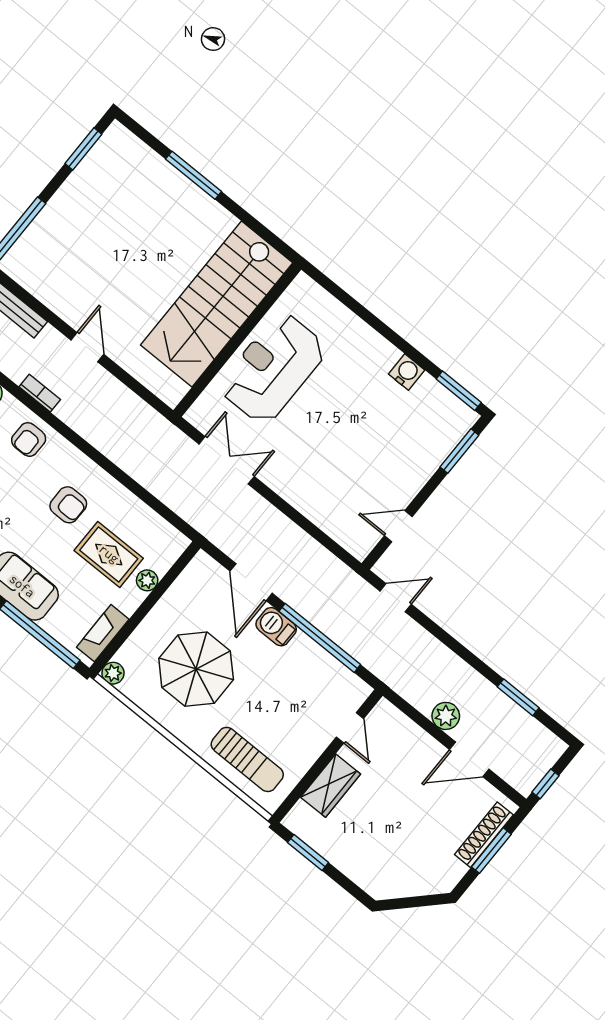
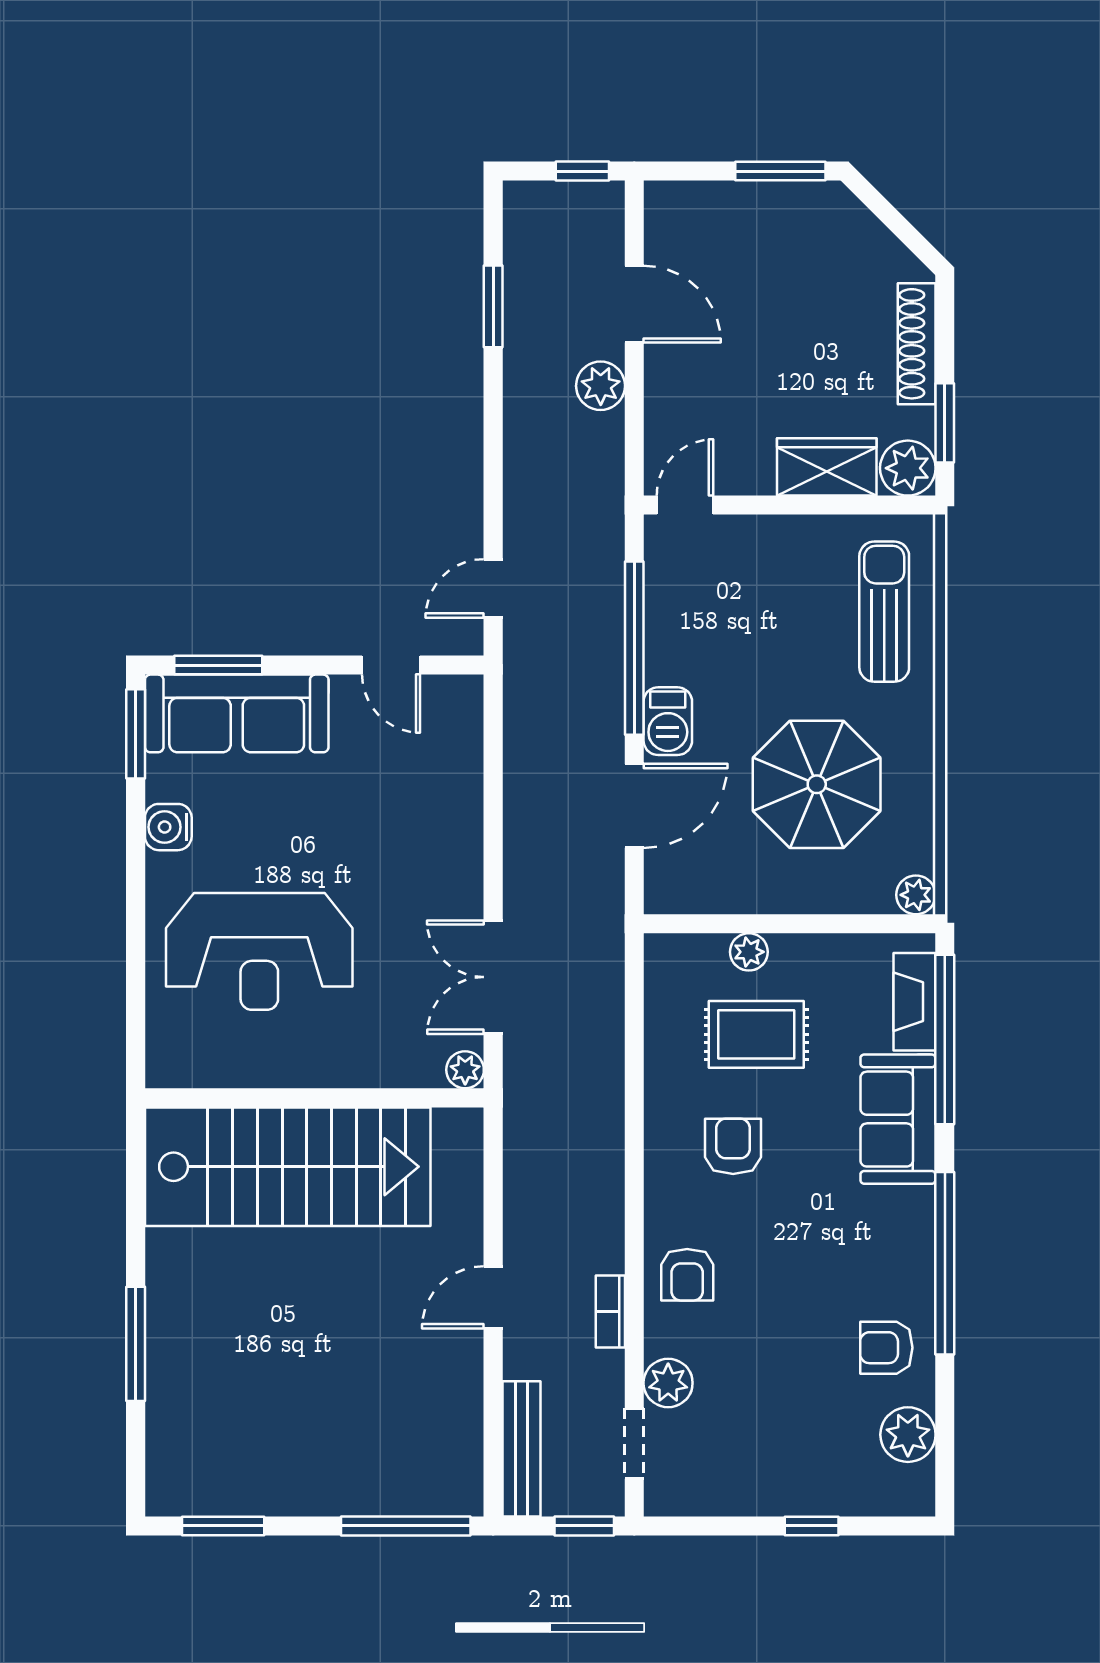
reception desk: (273, 368) -> (259, 951), moved
plant: (196, 415) -> (465, 1070), added
armchair: (29, 439) -> (687, 1275), turned 90
sofa: (432, 442) -> (237, 713), added
rug: (109, 554) -> (756, 1034), turned 90
door: (396, 598) -> (493, 588), hinge flipped
fireplace: (103, 633) -> (914, 1002), moved, turned 90
door: (350, 728) -> (685, 505), moved
plant: (301, 820) -> (908, 468), added
shoe rack: (484, 835) -> (917, 344), moved, turned 90
window: (491, 851) -> (780, 171), moved

